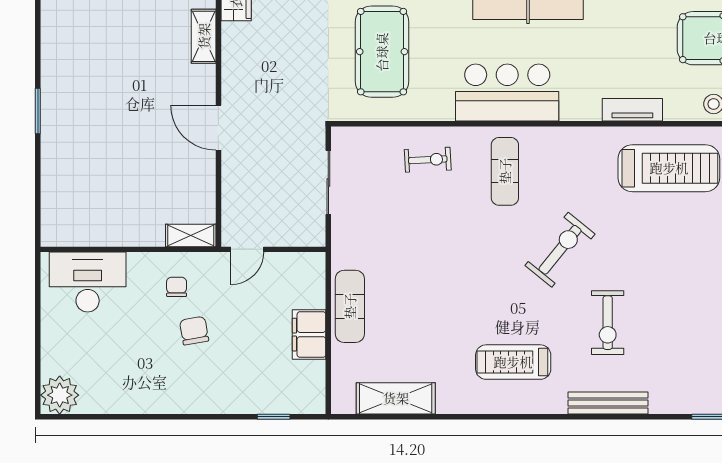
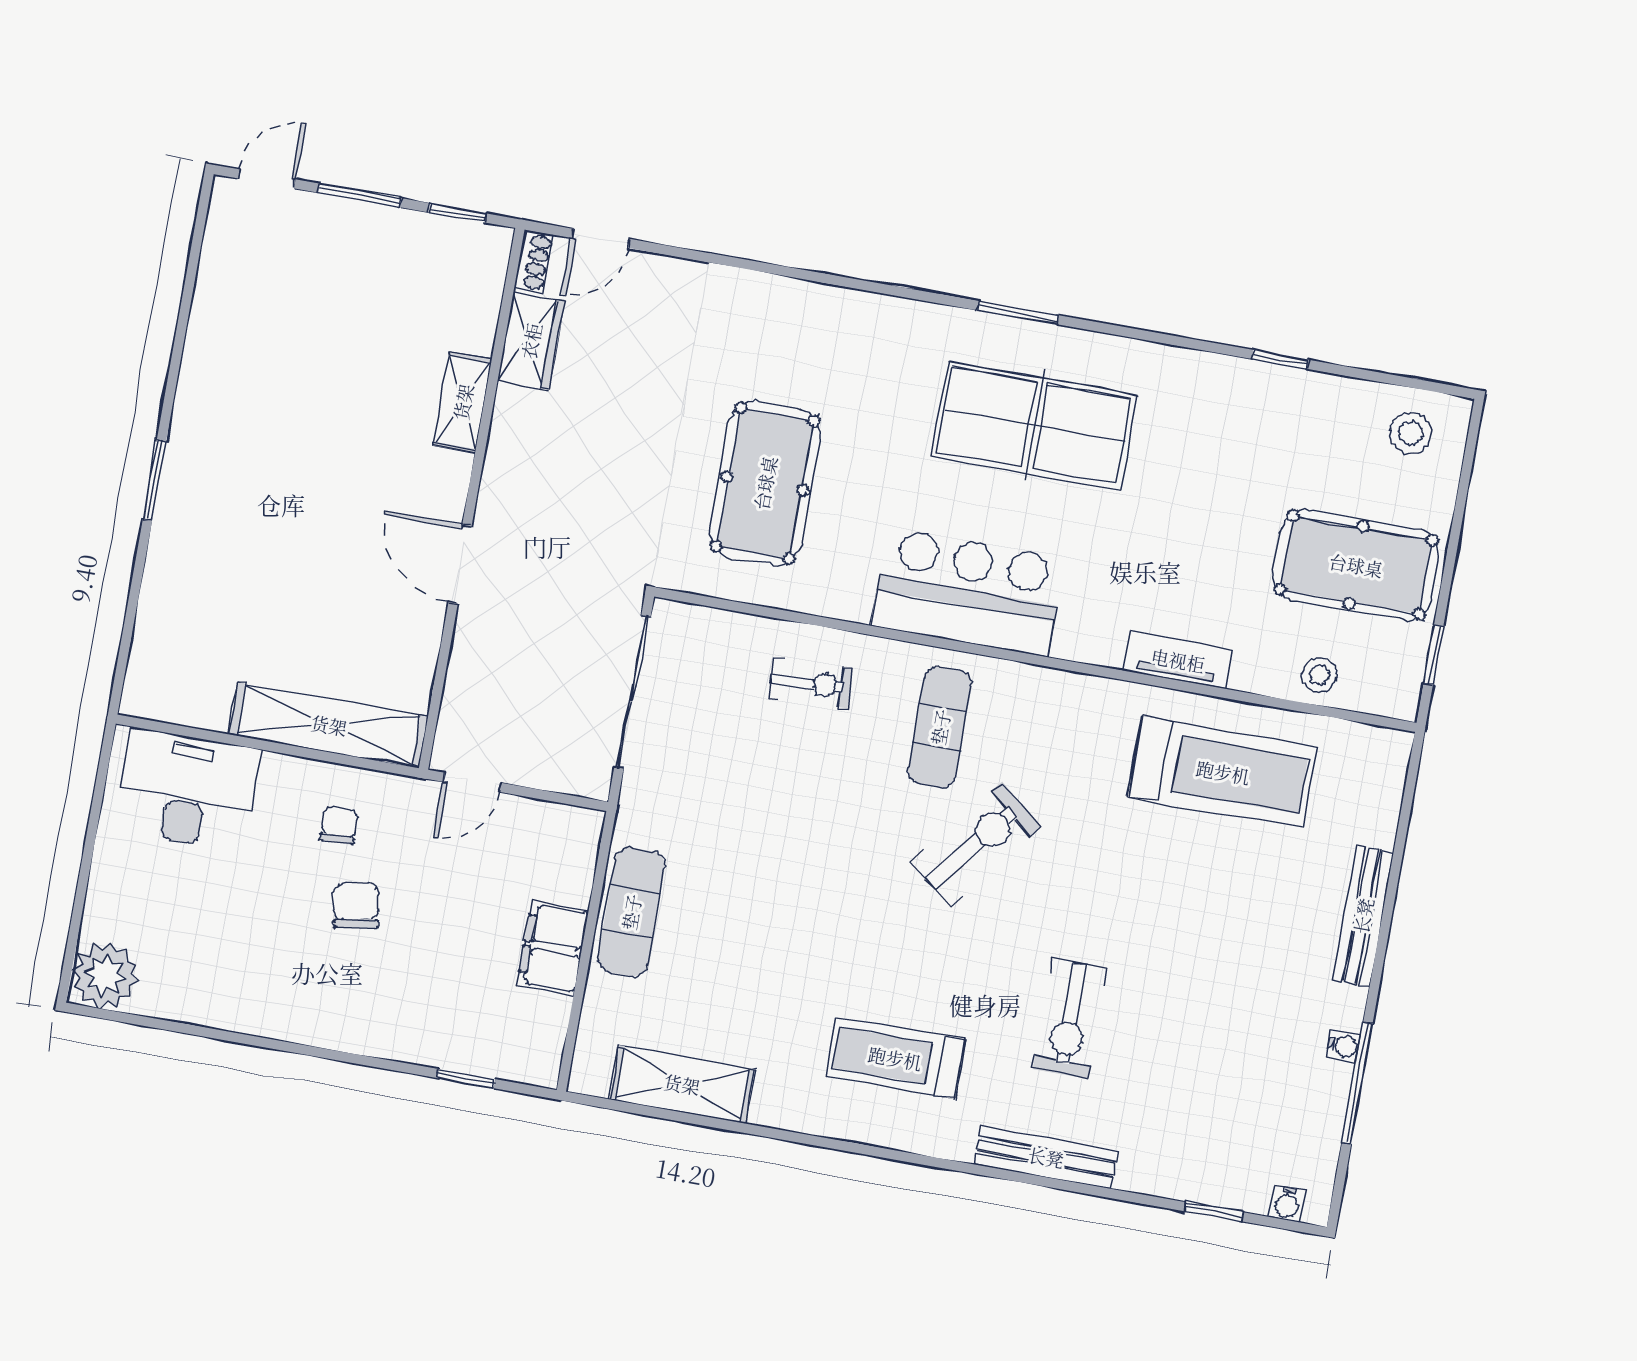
sliding door: (328, 183) -> (632, 692), width x1.37
shelving: (191, 235) -> (329, 725), width x2.20, depth x1.33
exercise bike: (560, 250) -> (976, 844), moved

